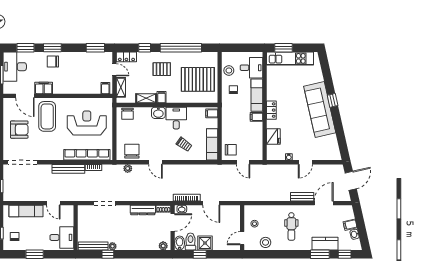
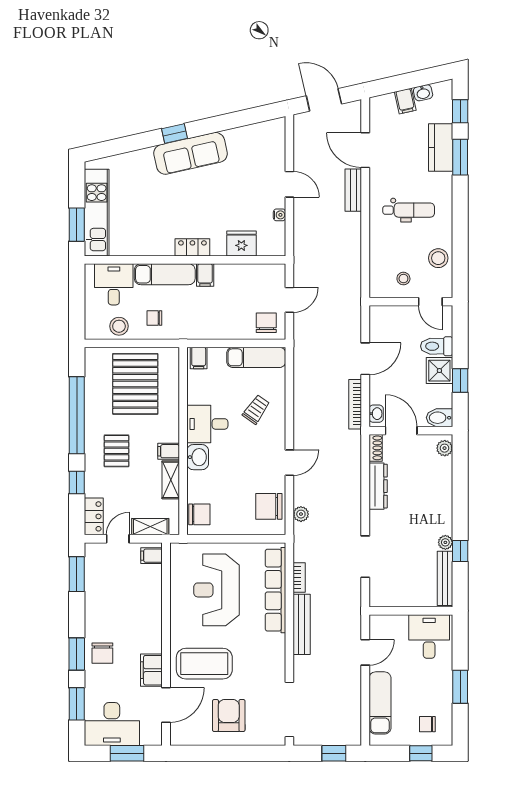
sofa: (320, 110) -> (191, 153), width x0.74, depth x0.79
toilet: (190, 242) -> (437, 346), moved

